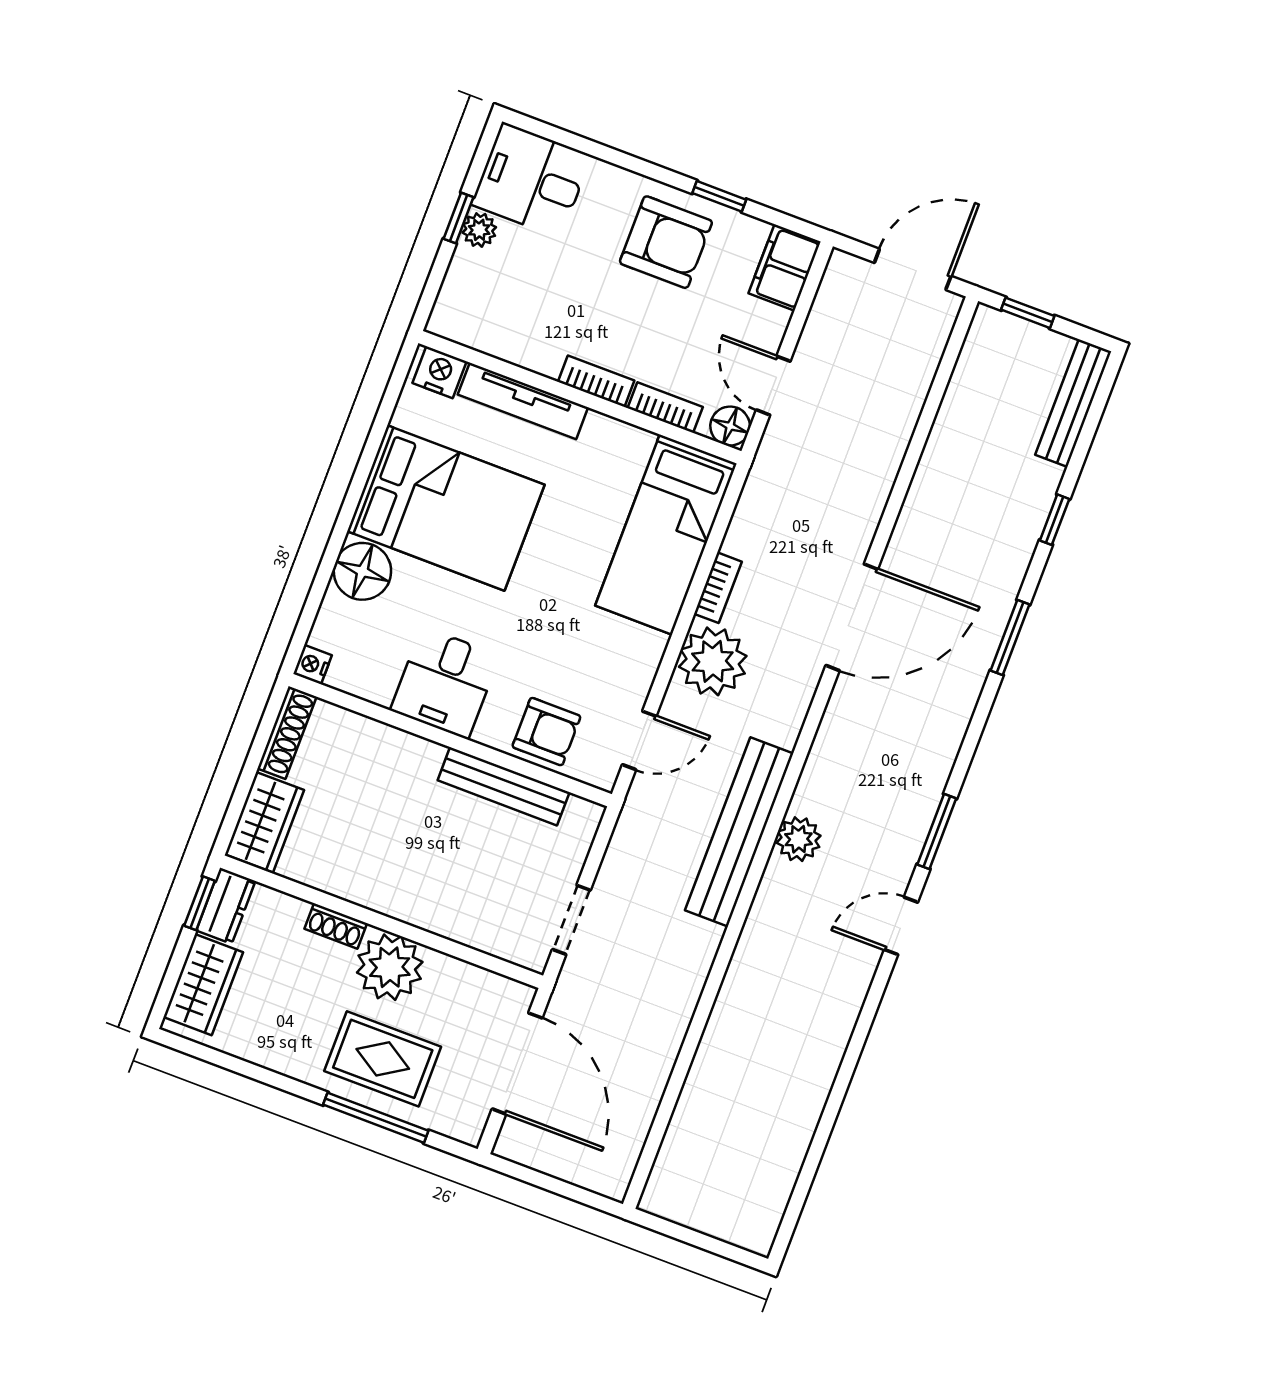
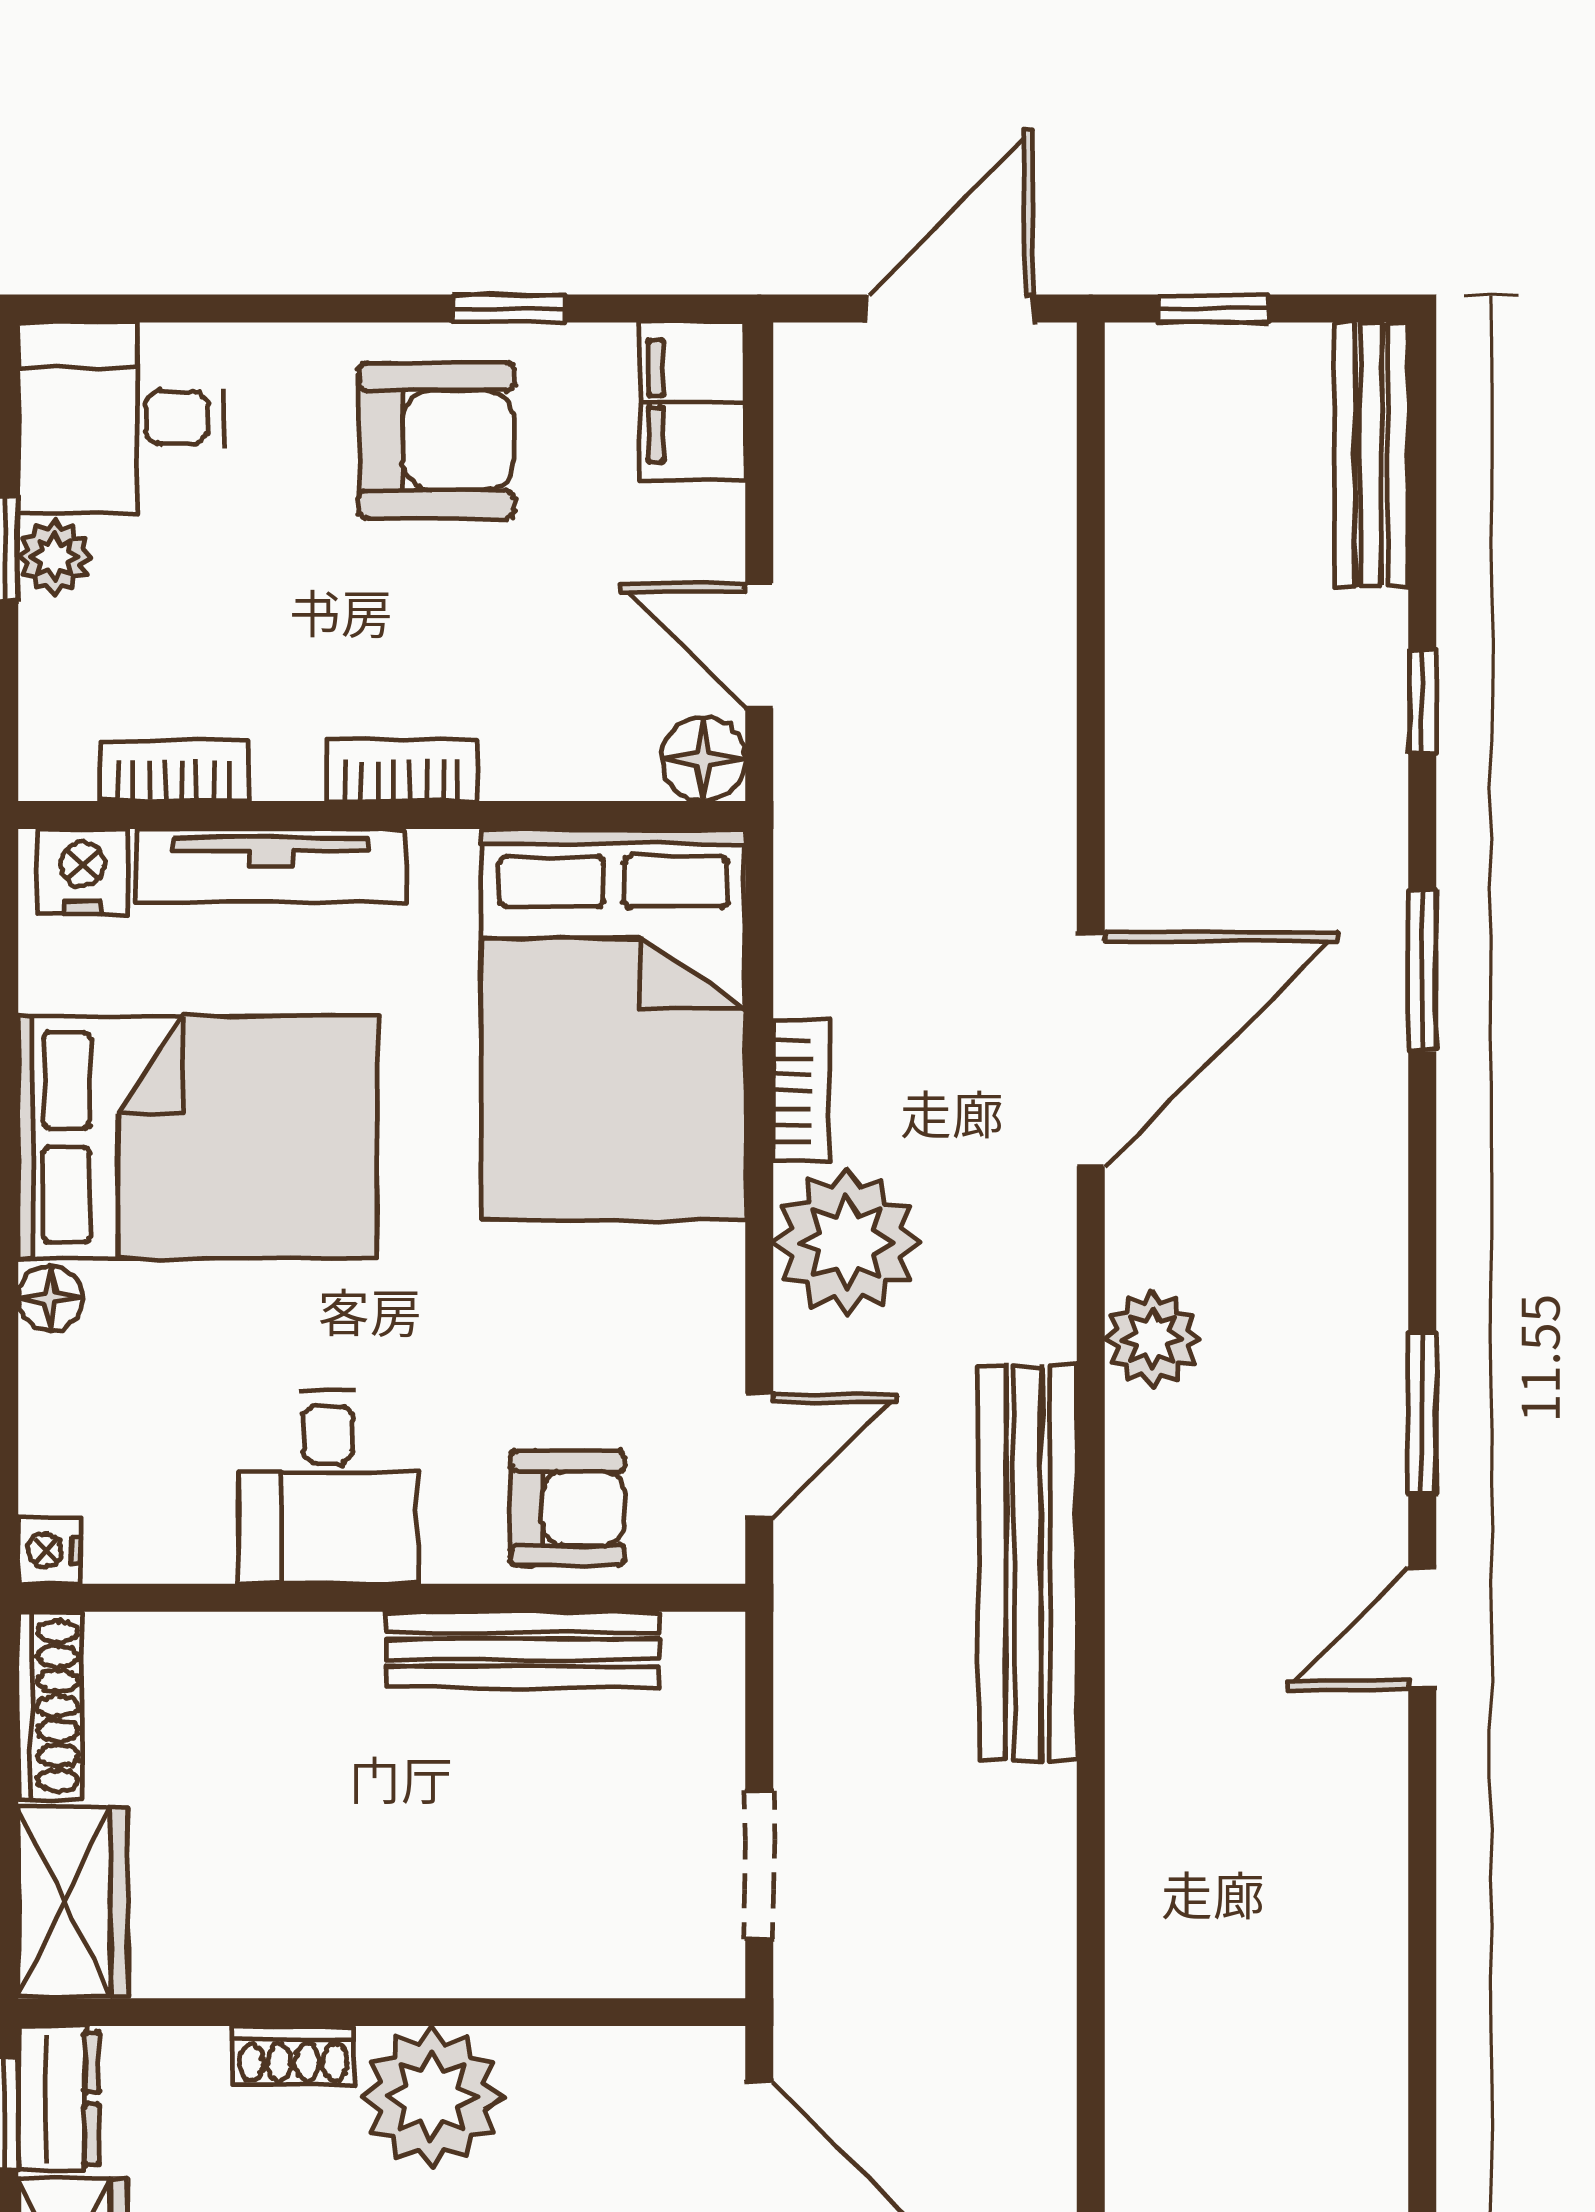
bookcase: (665, 408) -> (173, 771), moved
bed: (666, 535) -> (613, 1024), width x1.50
floor lamp: (362, 571) -> (50, 1298), width x0.53, depth x0.53
plant: (799, 839) -> (1152, 1339), moved

